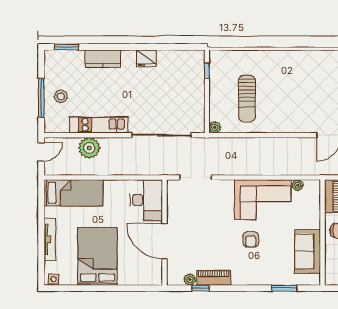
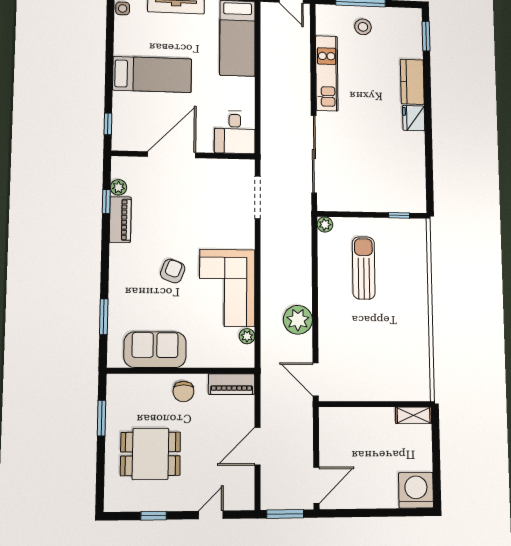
fridge: (146, 58) -> (414, 118), moved
sun lounger: (247, 99) -> (364, 268), turned 90
plant: (89, 148) -> (298, 320), moved
desk: (146, 200) -> (235, 132), width x0.73
armchair: (251, 239) -> (173, 271), turned 111
bed: (97, 256) -> (152, 74), width x0.67
window: (143, 288) -> (108, 124), added

